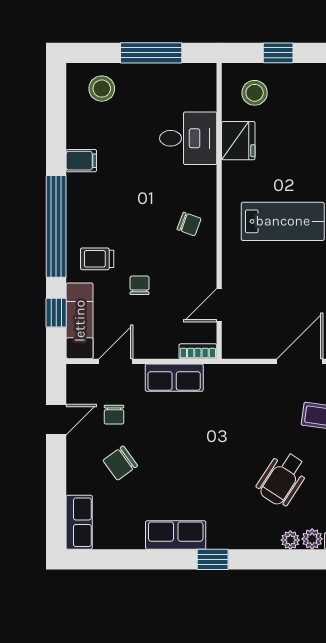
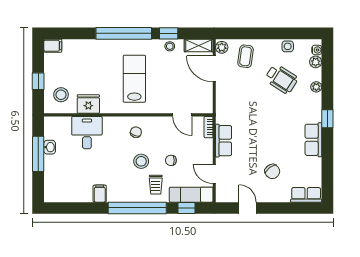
washbasin: (163, 73) -> (50, 147), added
stool: (102, 89) -> (141, 161), moved
chair: (114, 415) -> (245, 175), removed
plant: (290, 540) -> (316, 87), moved

